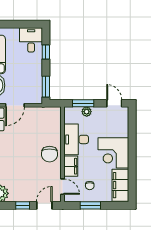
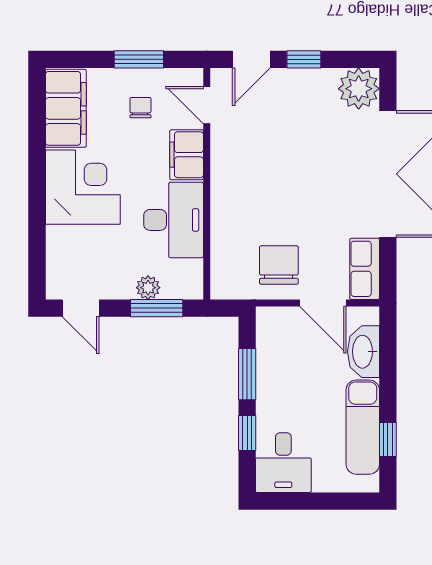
window: (46, 87) -> (247, 374), moved
door: (15, 105) -> (323, 303), swing flipped
chair: (50, 154) -> (279, 265), moved

